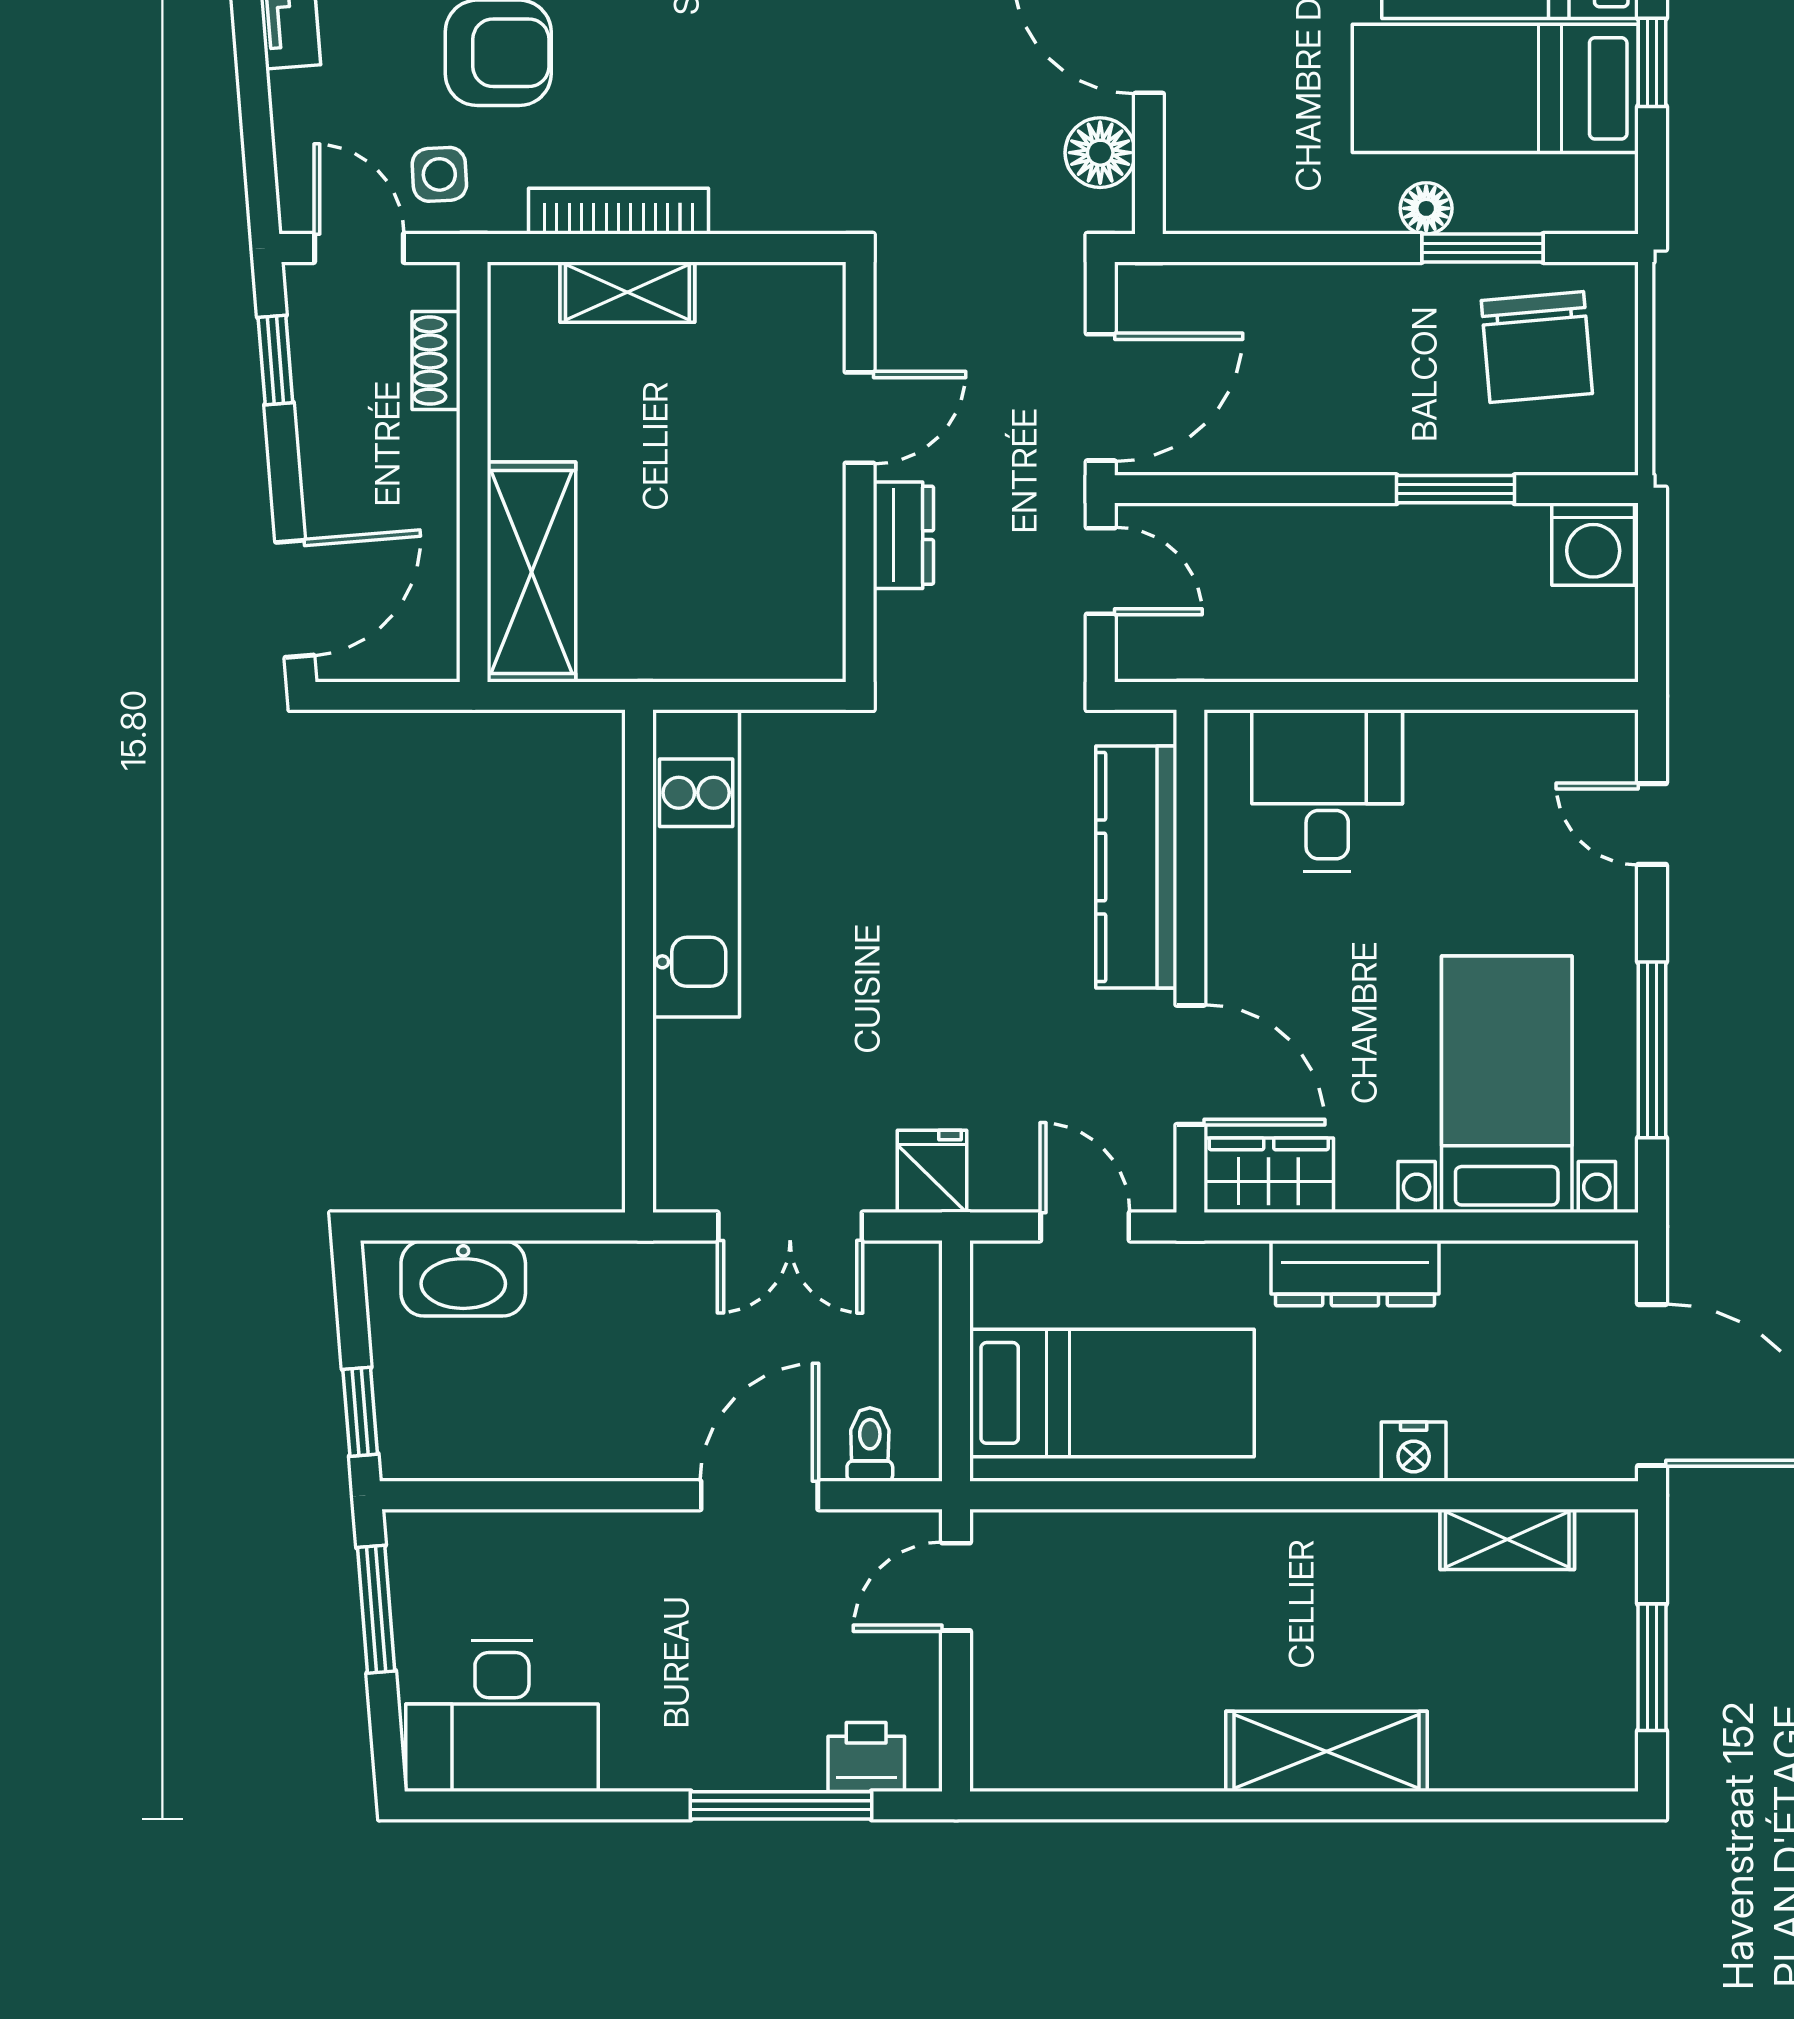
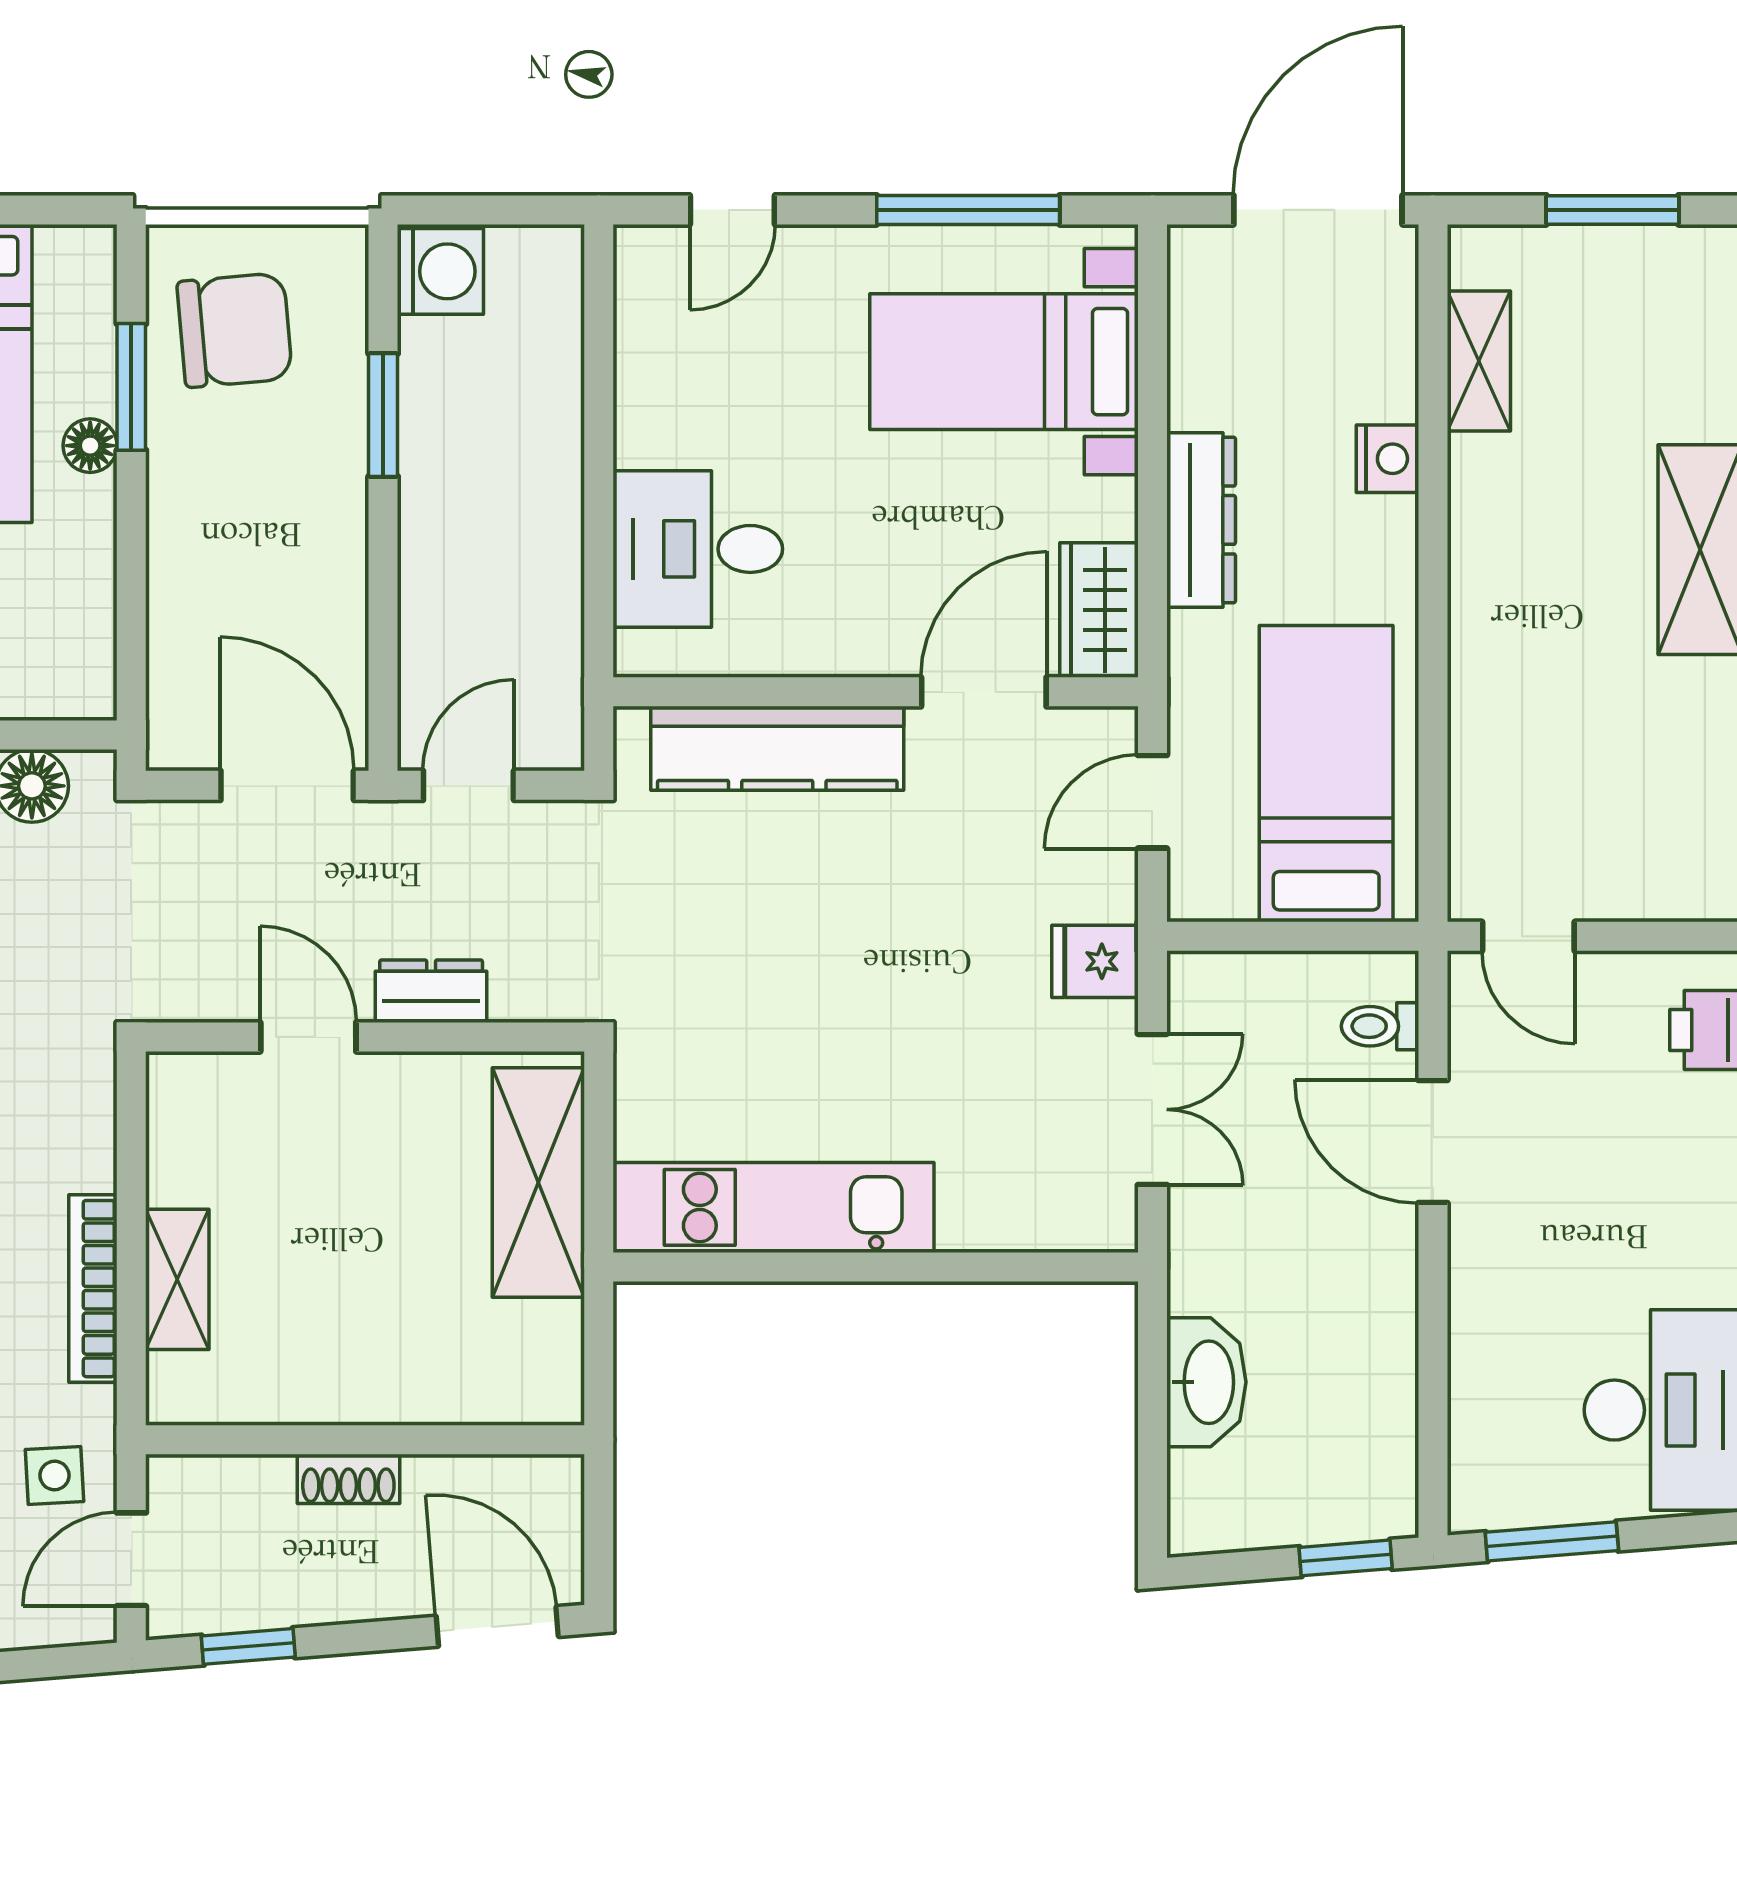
shoe rack: (436, 361) -> (348, 1479), moved
shelving: (531, 572) -> (538, 1182), moved, turned 90
washbasin: (463, 1278) -> (1206, 1382), moved

